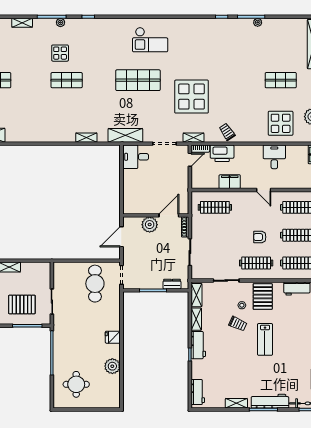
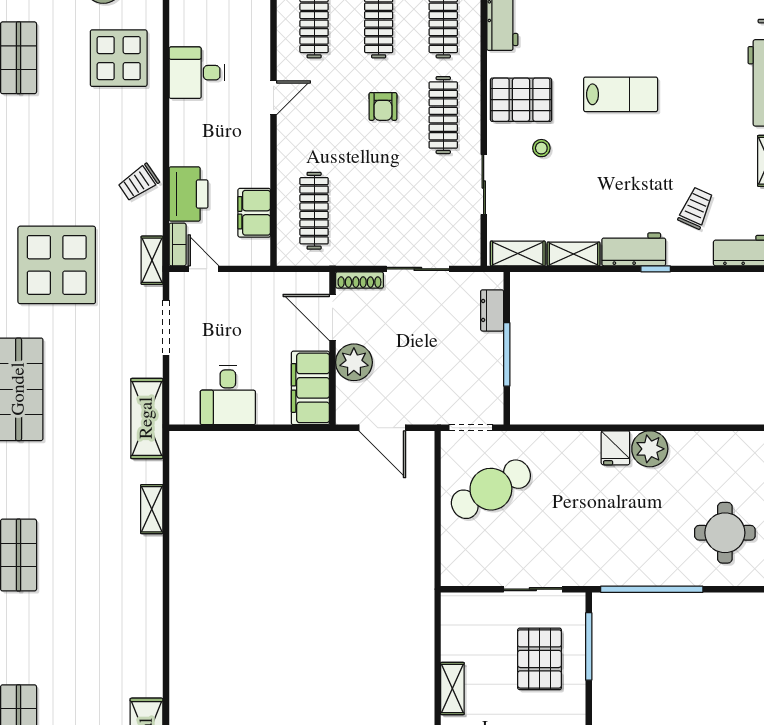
desk: (136, 157) -> (228, 395), moved
filing cabinet: (230, 182) -> (254, 213), moved
filing cabinet: (139, 206) -> (310, 388), added
cafe table: (95, 284) -> (491, 489), turned -30
trolley: (238, 324) -> (696, 208), moved
plant: (112, 366) -> (650, 449), moved

